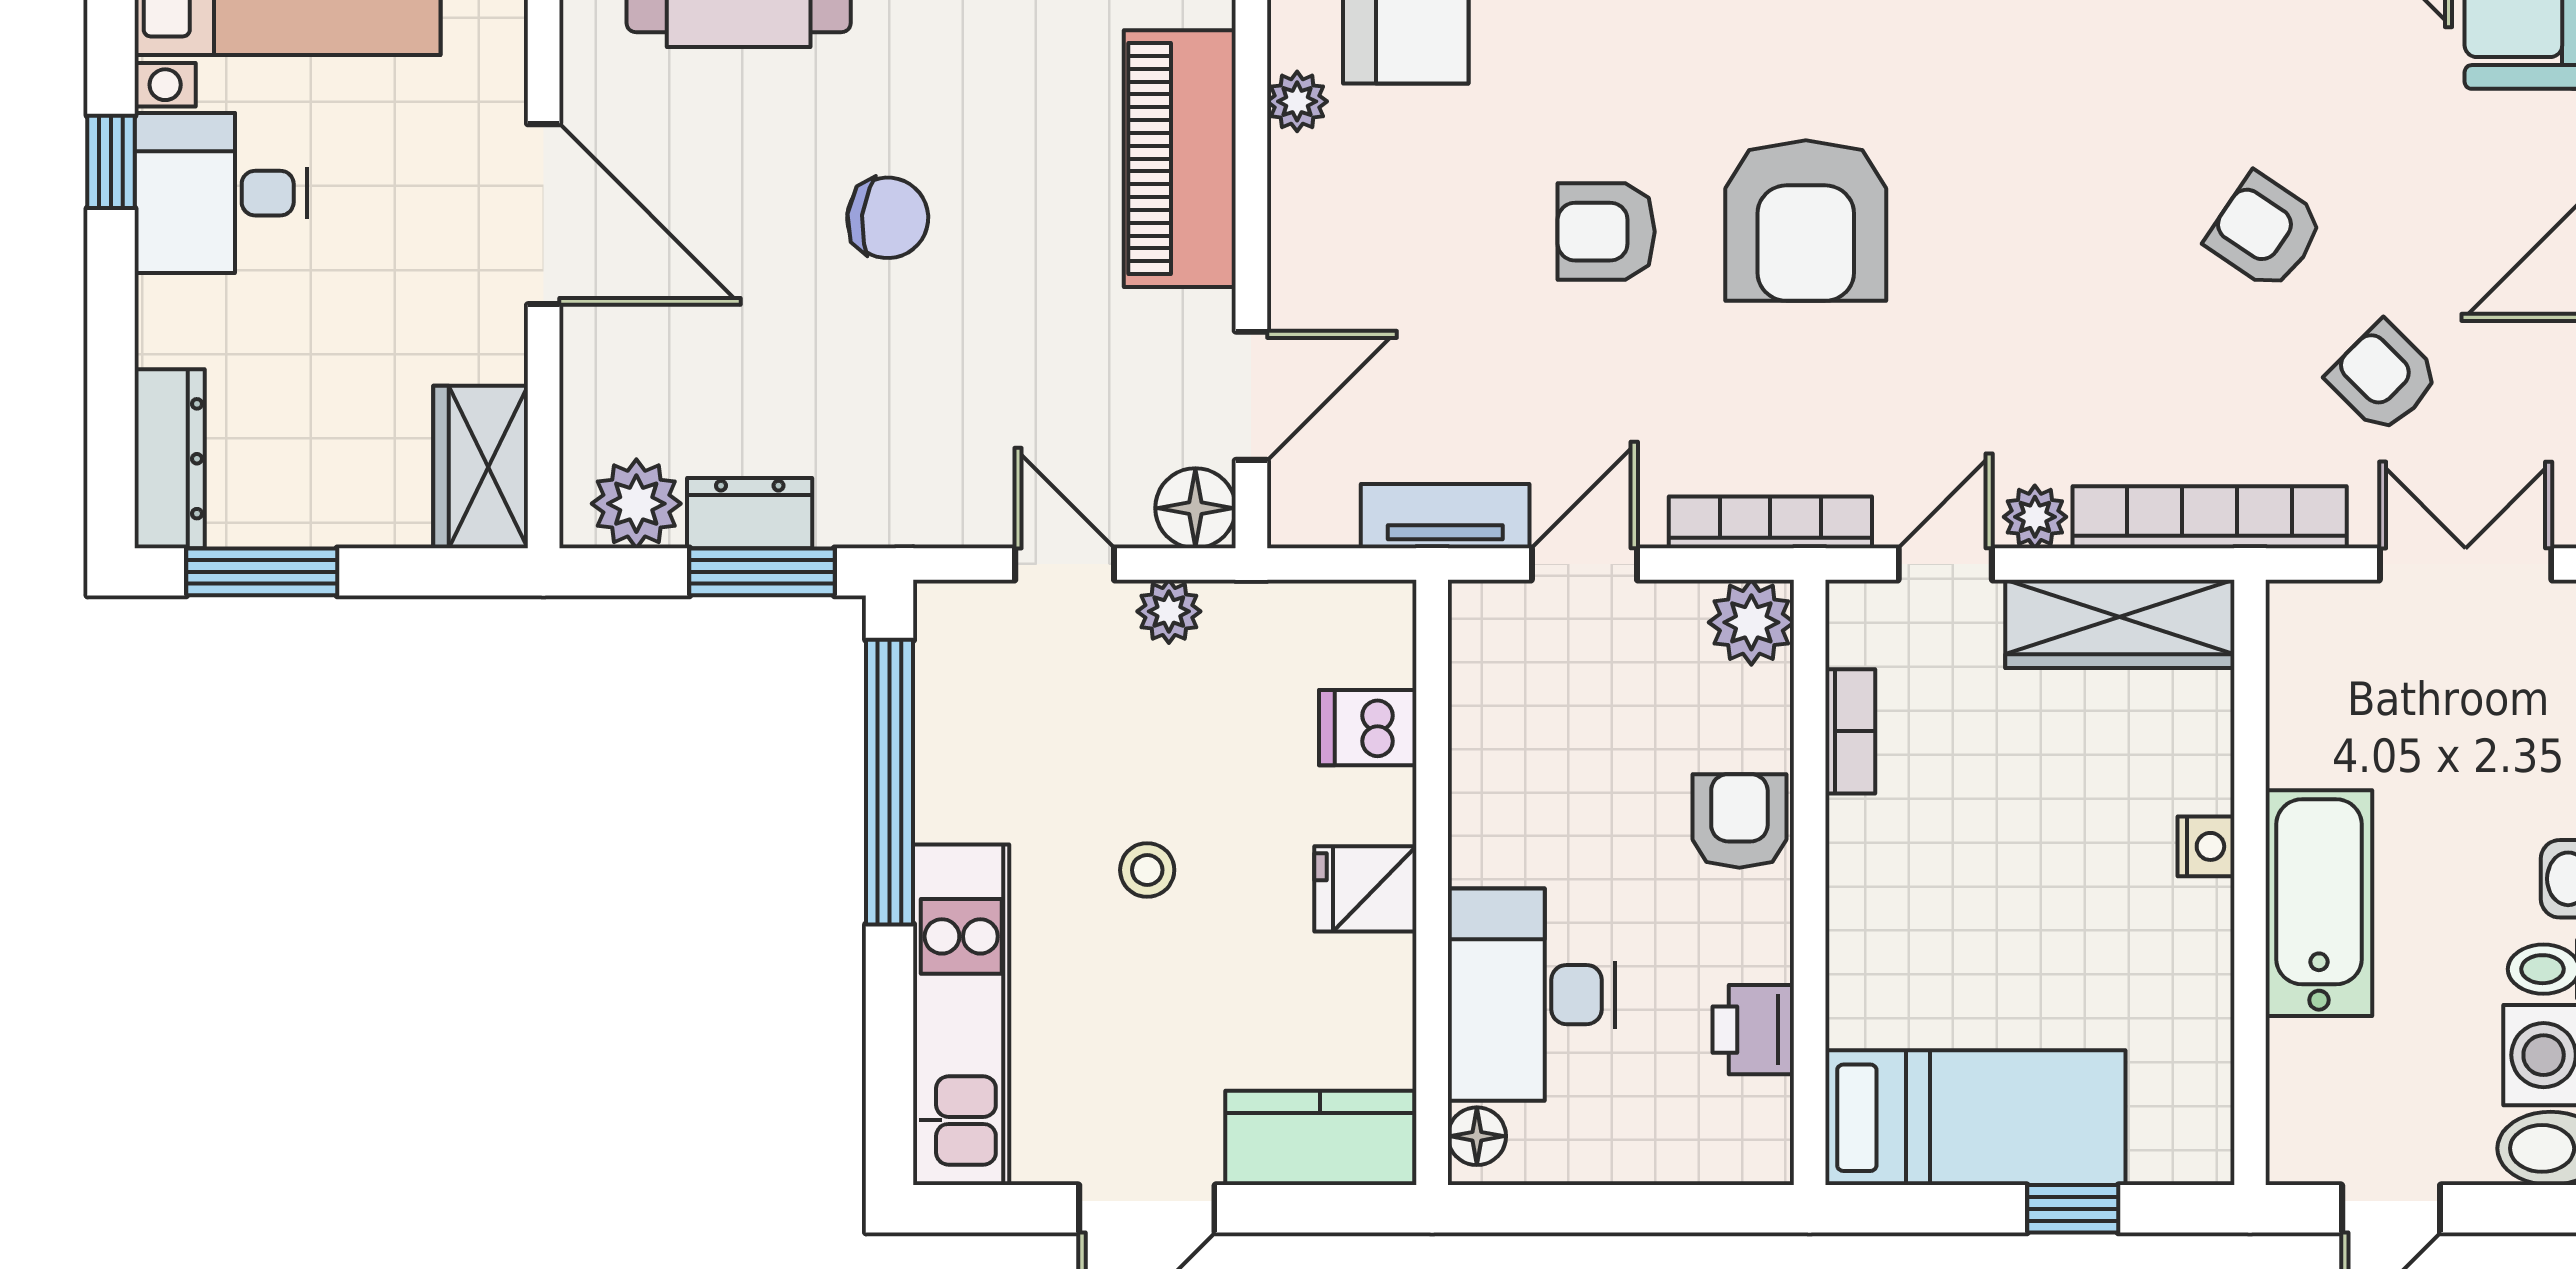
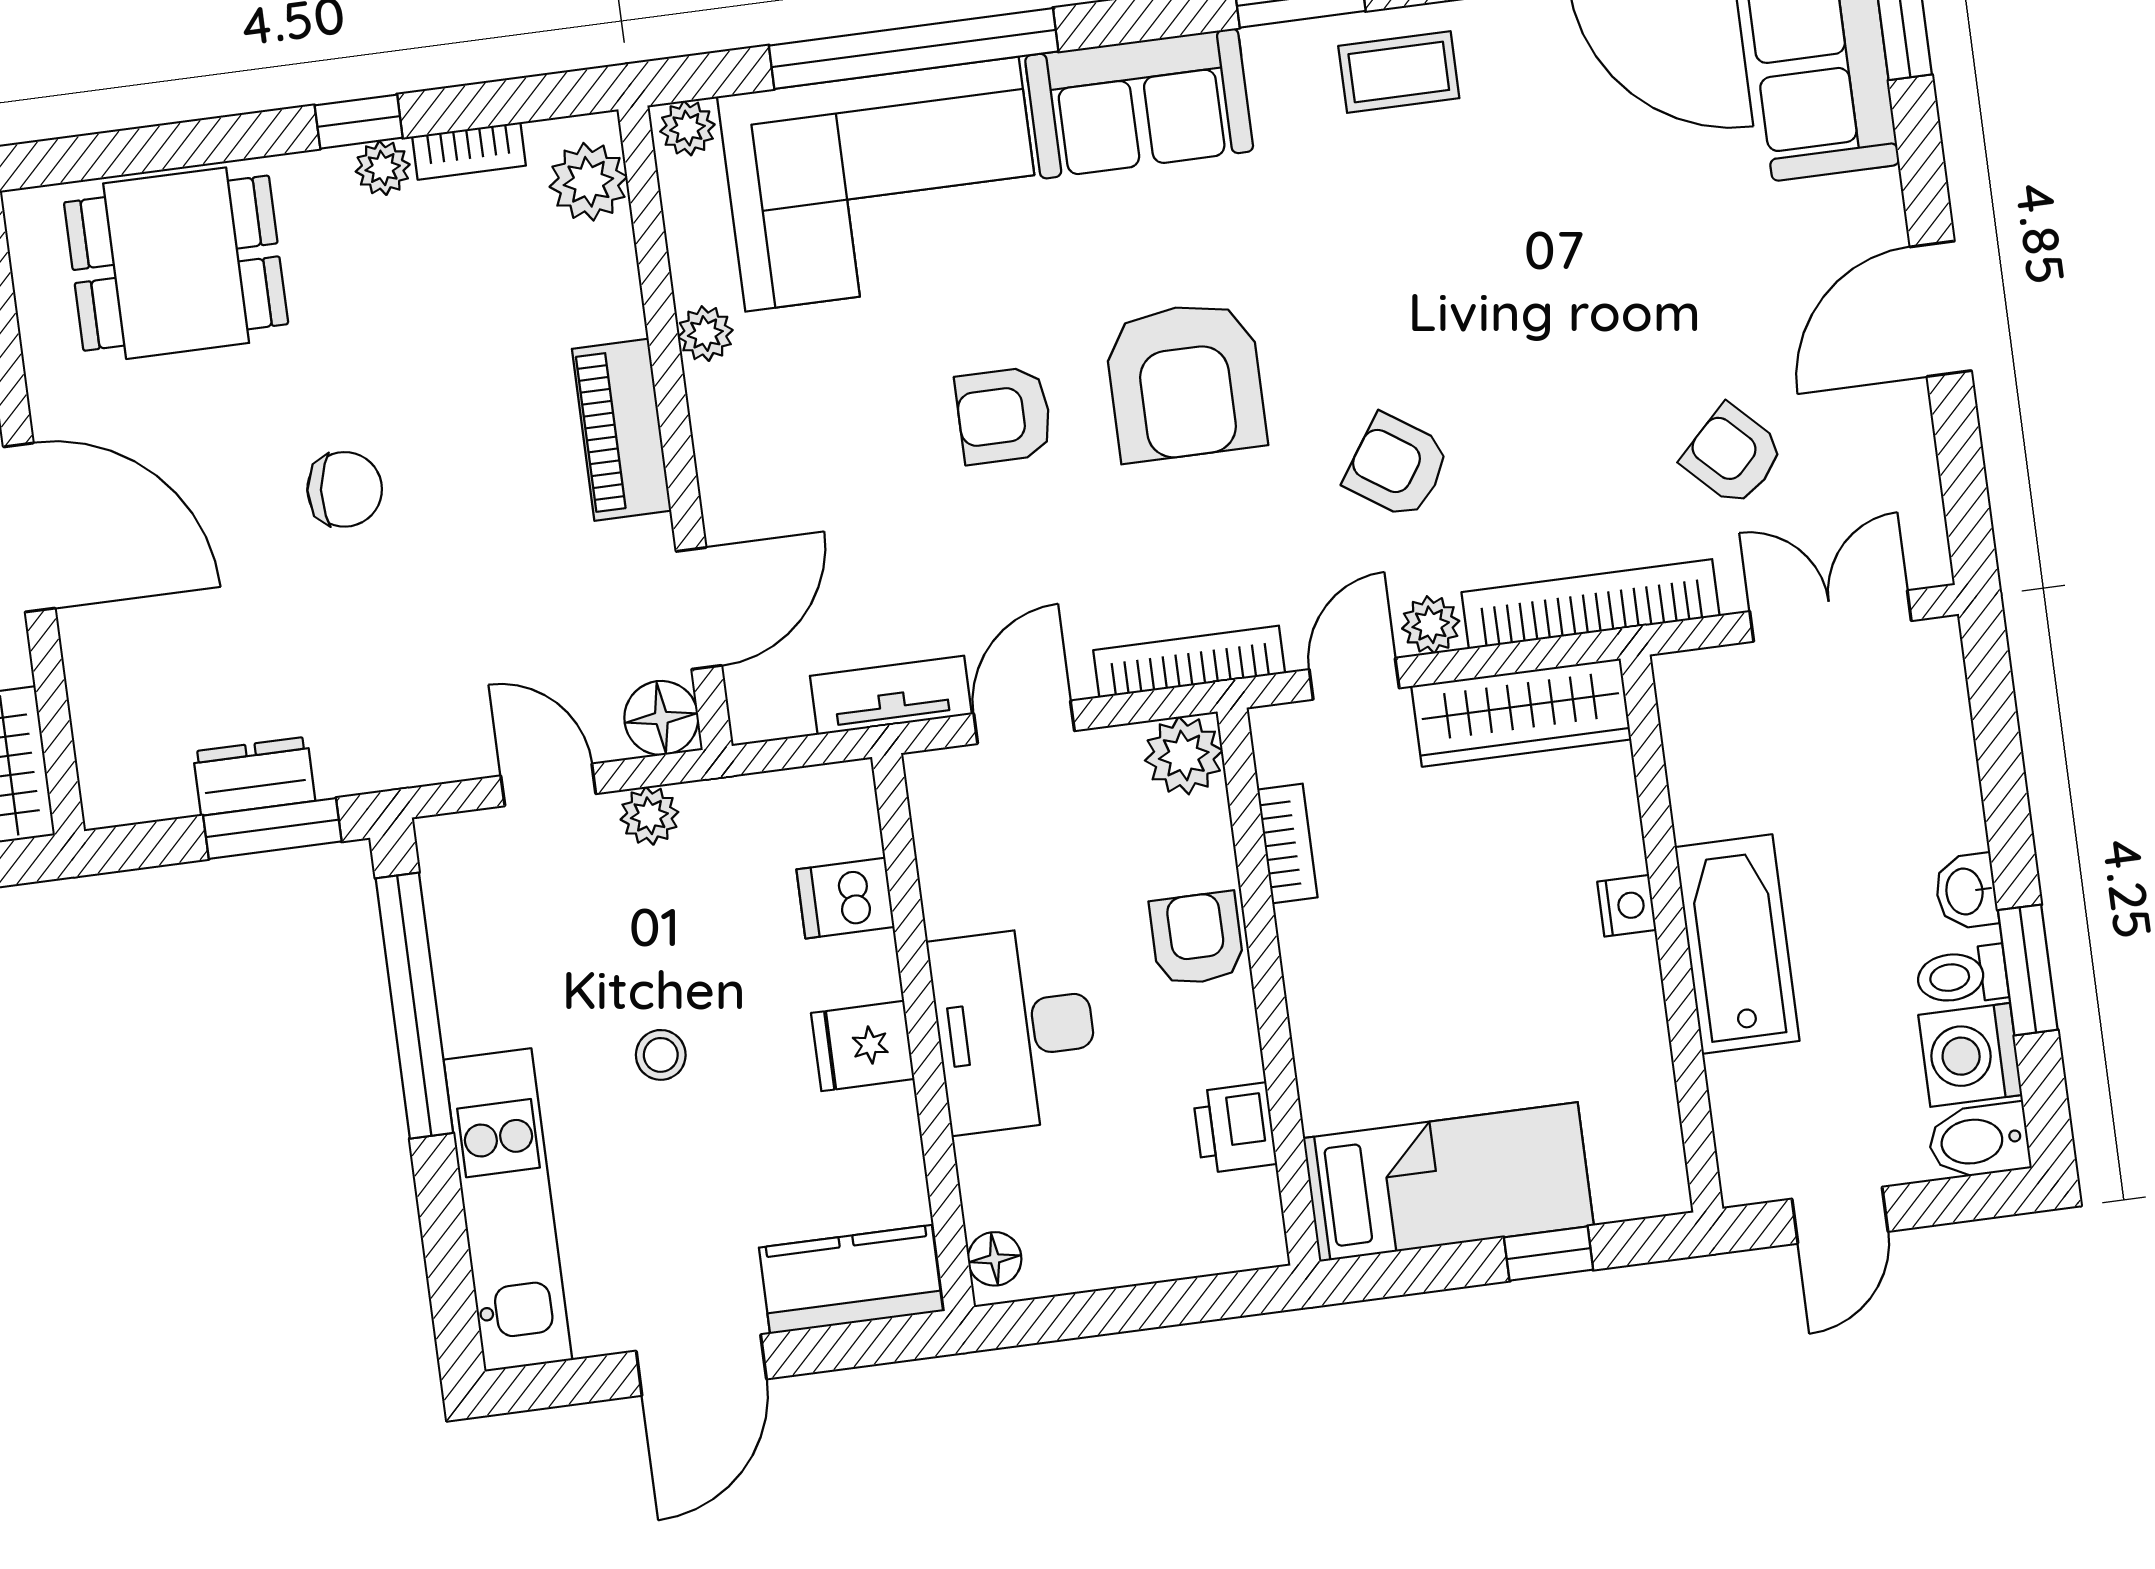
piano: (1180, 159) -> (622, 430), width x0.73, depth x0.75
armchair: (2265, 232) -> (1397, 466), moved
plant: (636, 504) -> (149, 781), removed
desk: (1531, 995) -> (1015, 1029), moved

